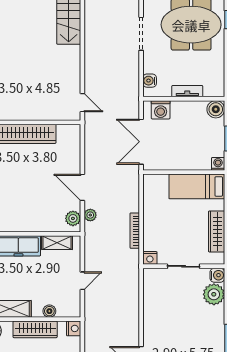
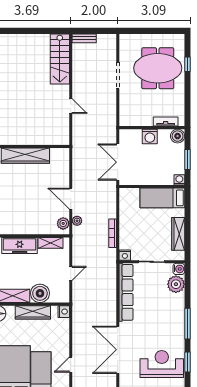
water cooler: (150, 81) -> (125, 113), removed
tv unit: (187, 91) -> (166, 122), moved
door: (82, 103) -> (71, 106), moved
washing machine: (161, 110) -> (150, 136), moved
row of seats: (151, 304) -> (126, 292), added
boiler: (49, 311) -> (40, 293), width x1.86, depth x1.86

